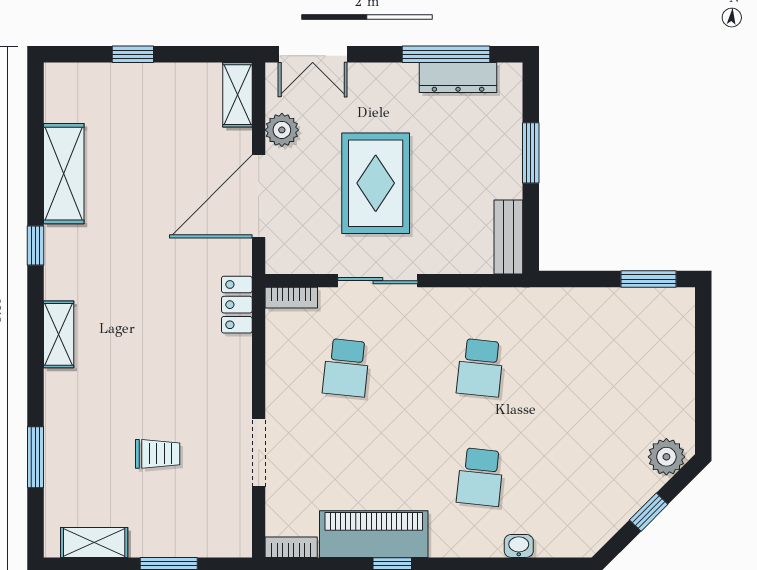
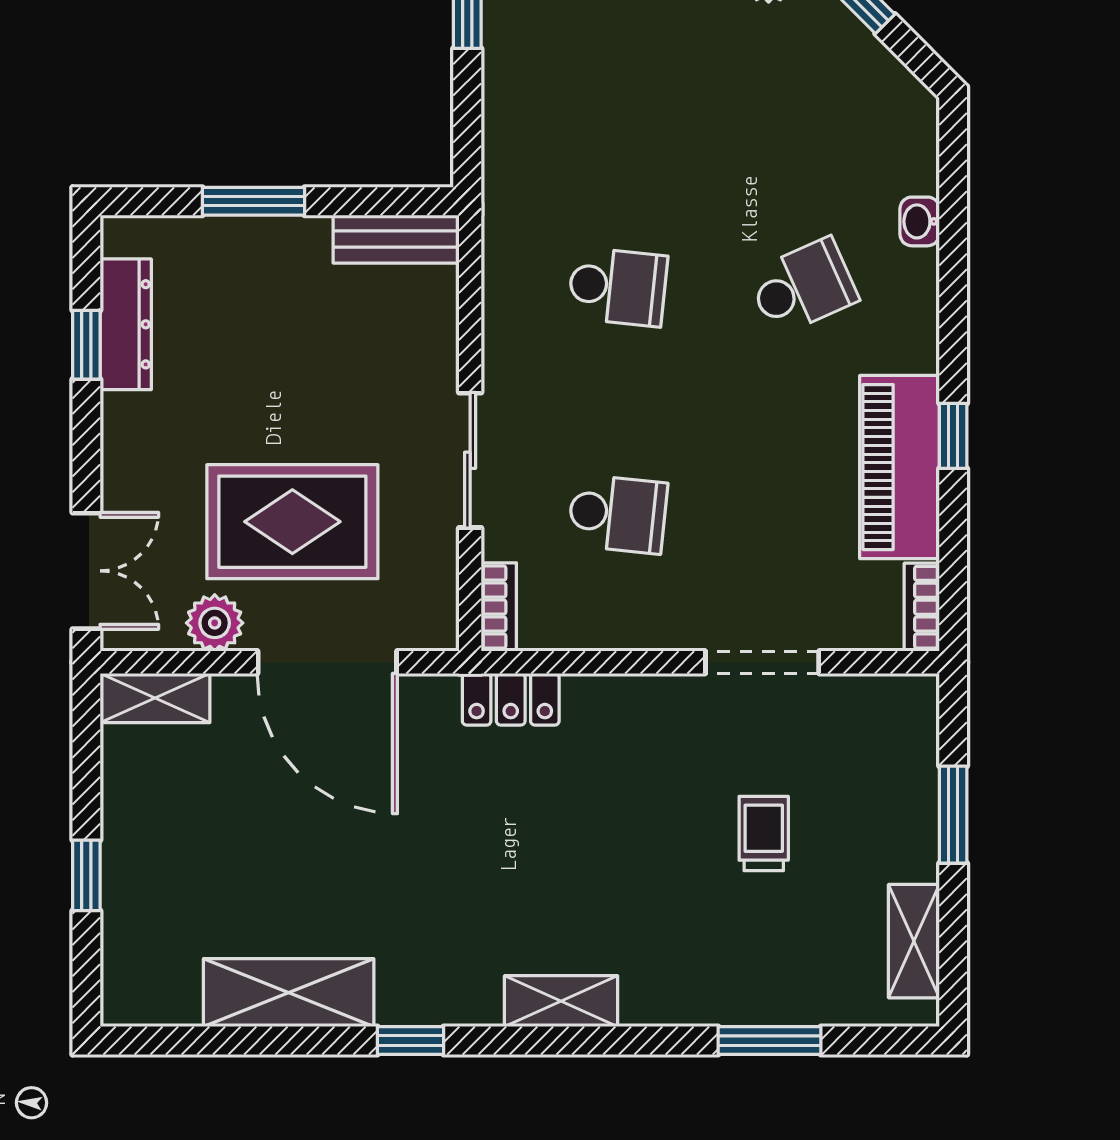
window: (446, 54) -> (86, 345), width x0.46
rug: (376, 183) -> (292, 522), moved
school desk: (480, 477) -> (803, 287), turned -30

